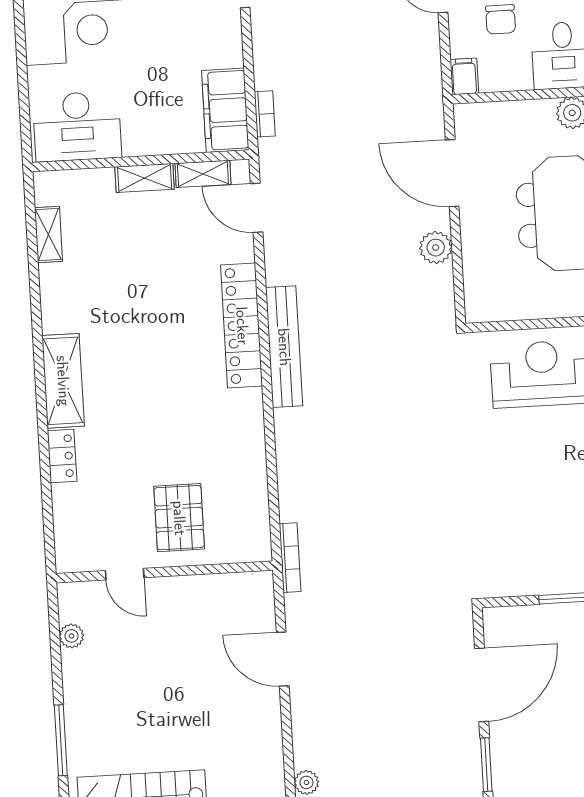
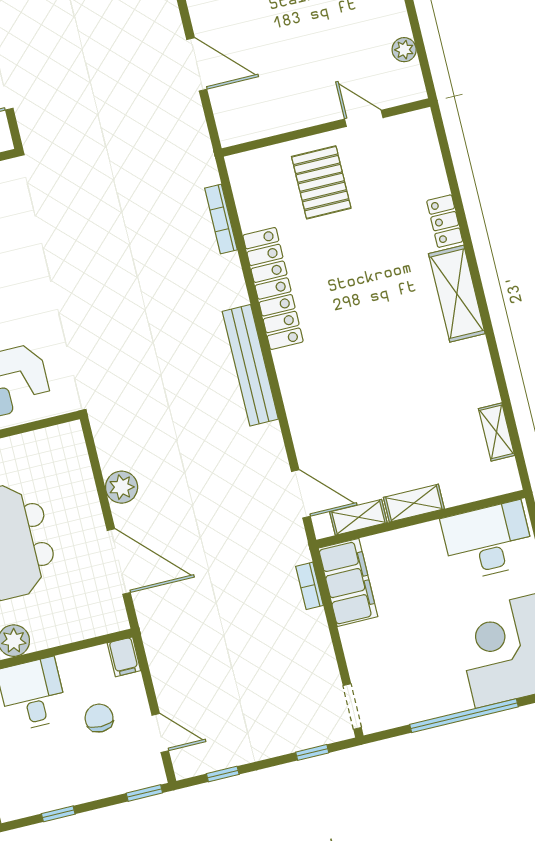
locker: (242, 326) -> (273, 288), moved
bookcase: (290, 558) -> (221, 219), moved

